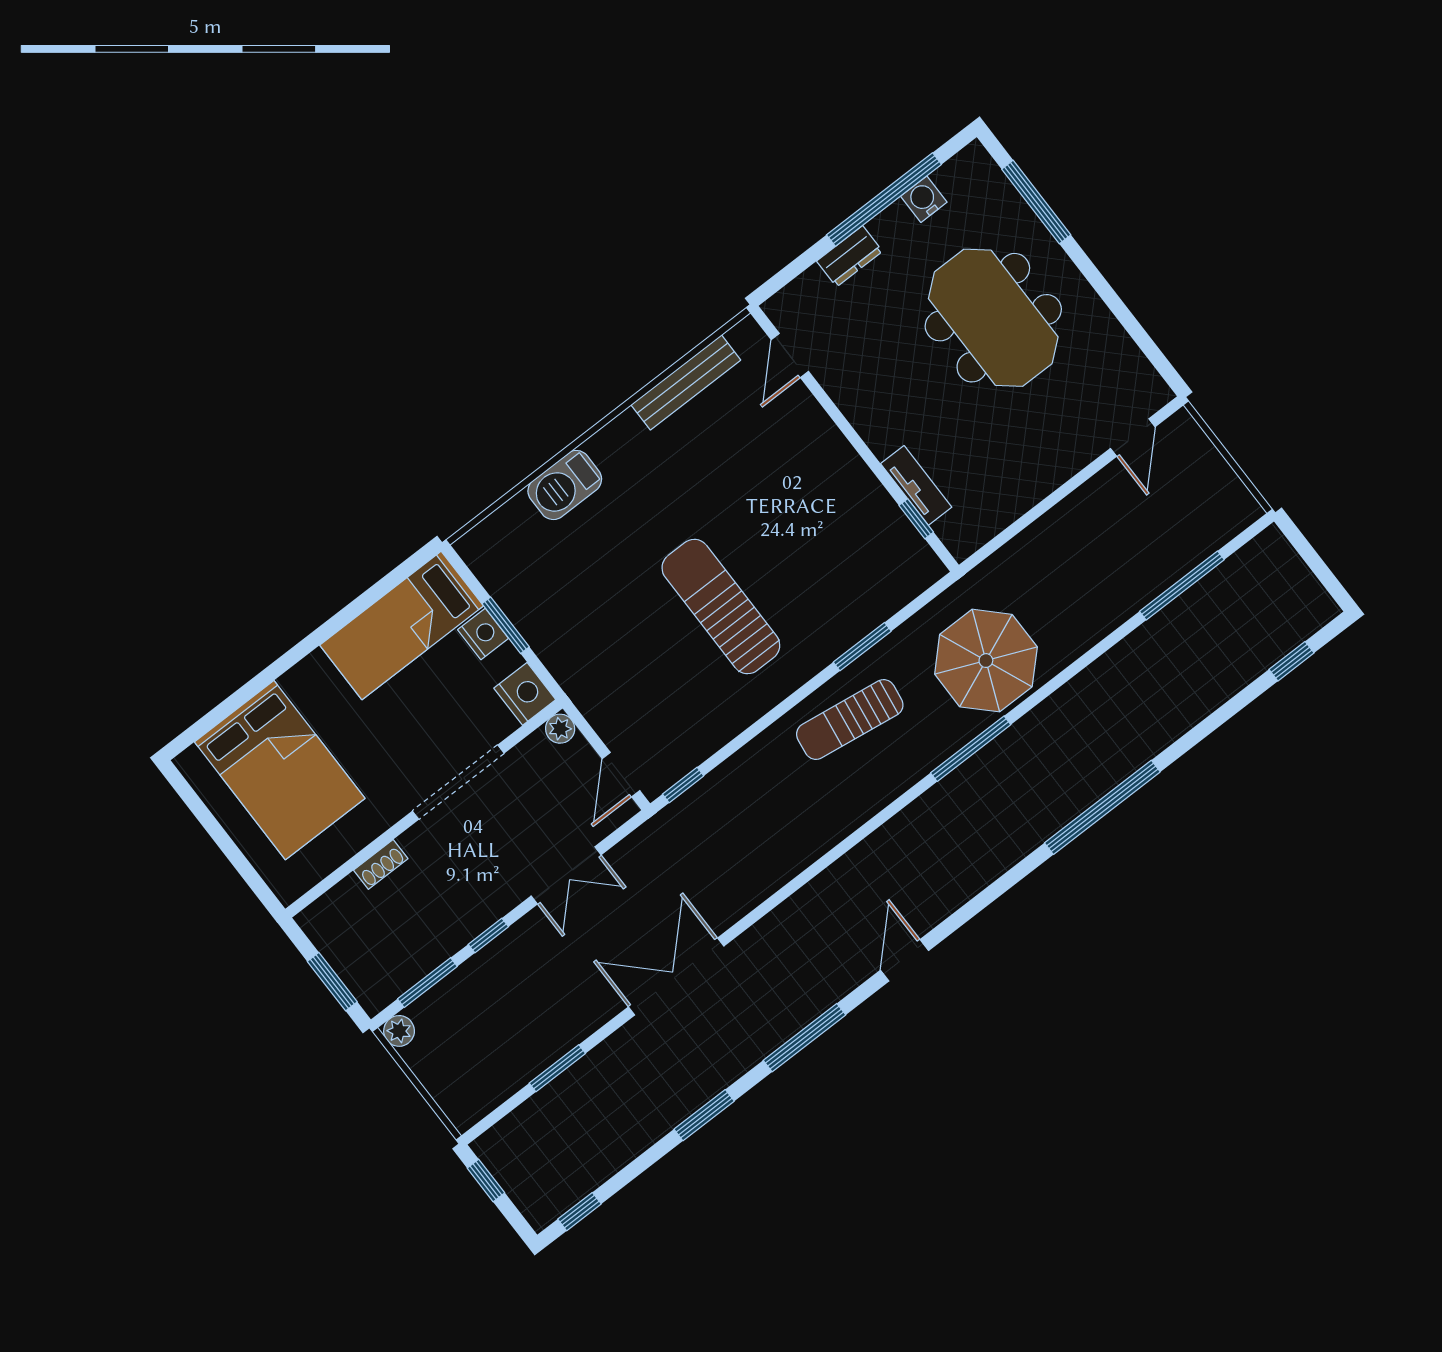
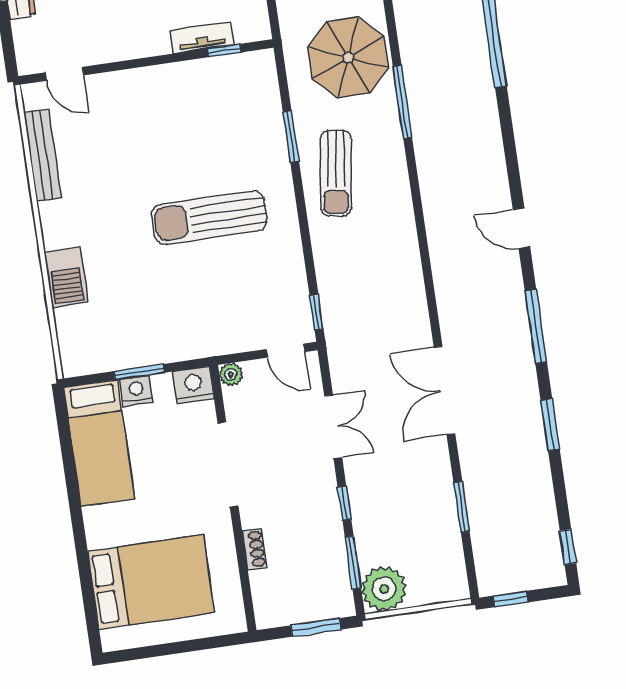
plant: (399, 1031) -> (384, 589), width x1.87, depth x1.87

